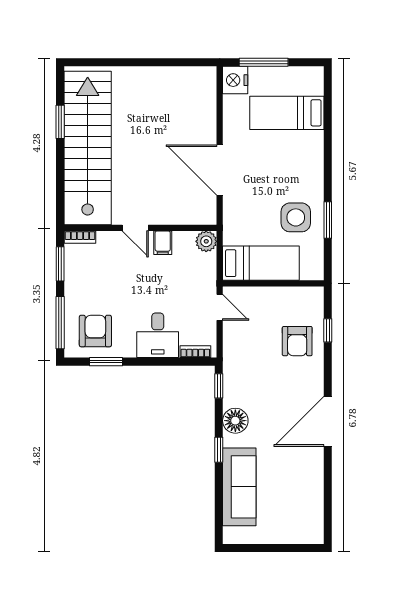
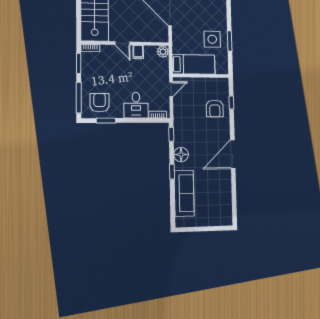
door: (220, 307) -> (171, 89), hinge flipped

